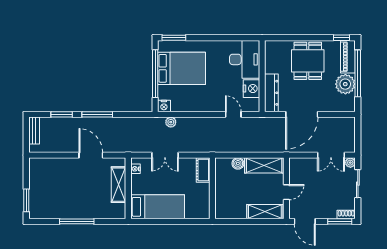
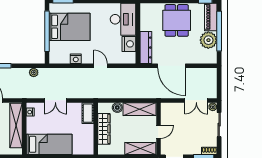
nightstand: (164, 106) -> (76, 59), moved
door: (233, 114) -> (101, 66), moved
door: (302, 114) -> (172, 66), hinge flipped
plant: (171, 122) -> (34, 72), moved
shelving: (119, 185) -> (16, 125), width x1.47
wardrobe: (222, 189) -> (104, 129), added

